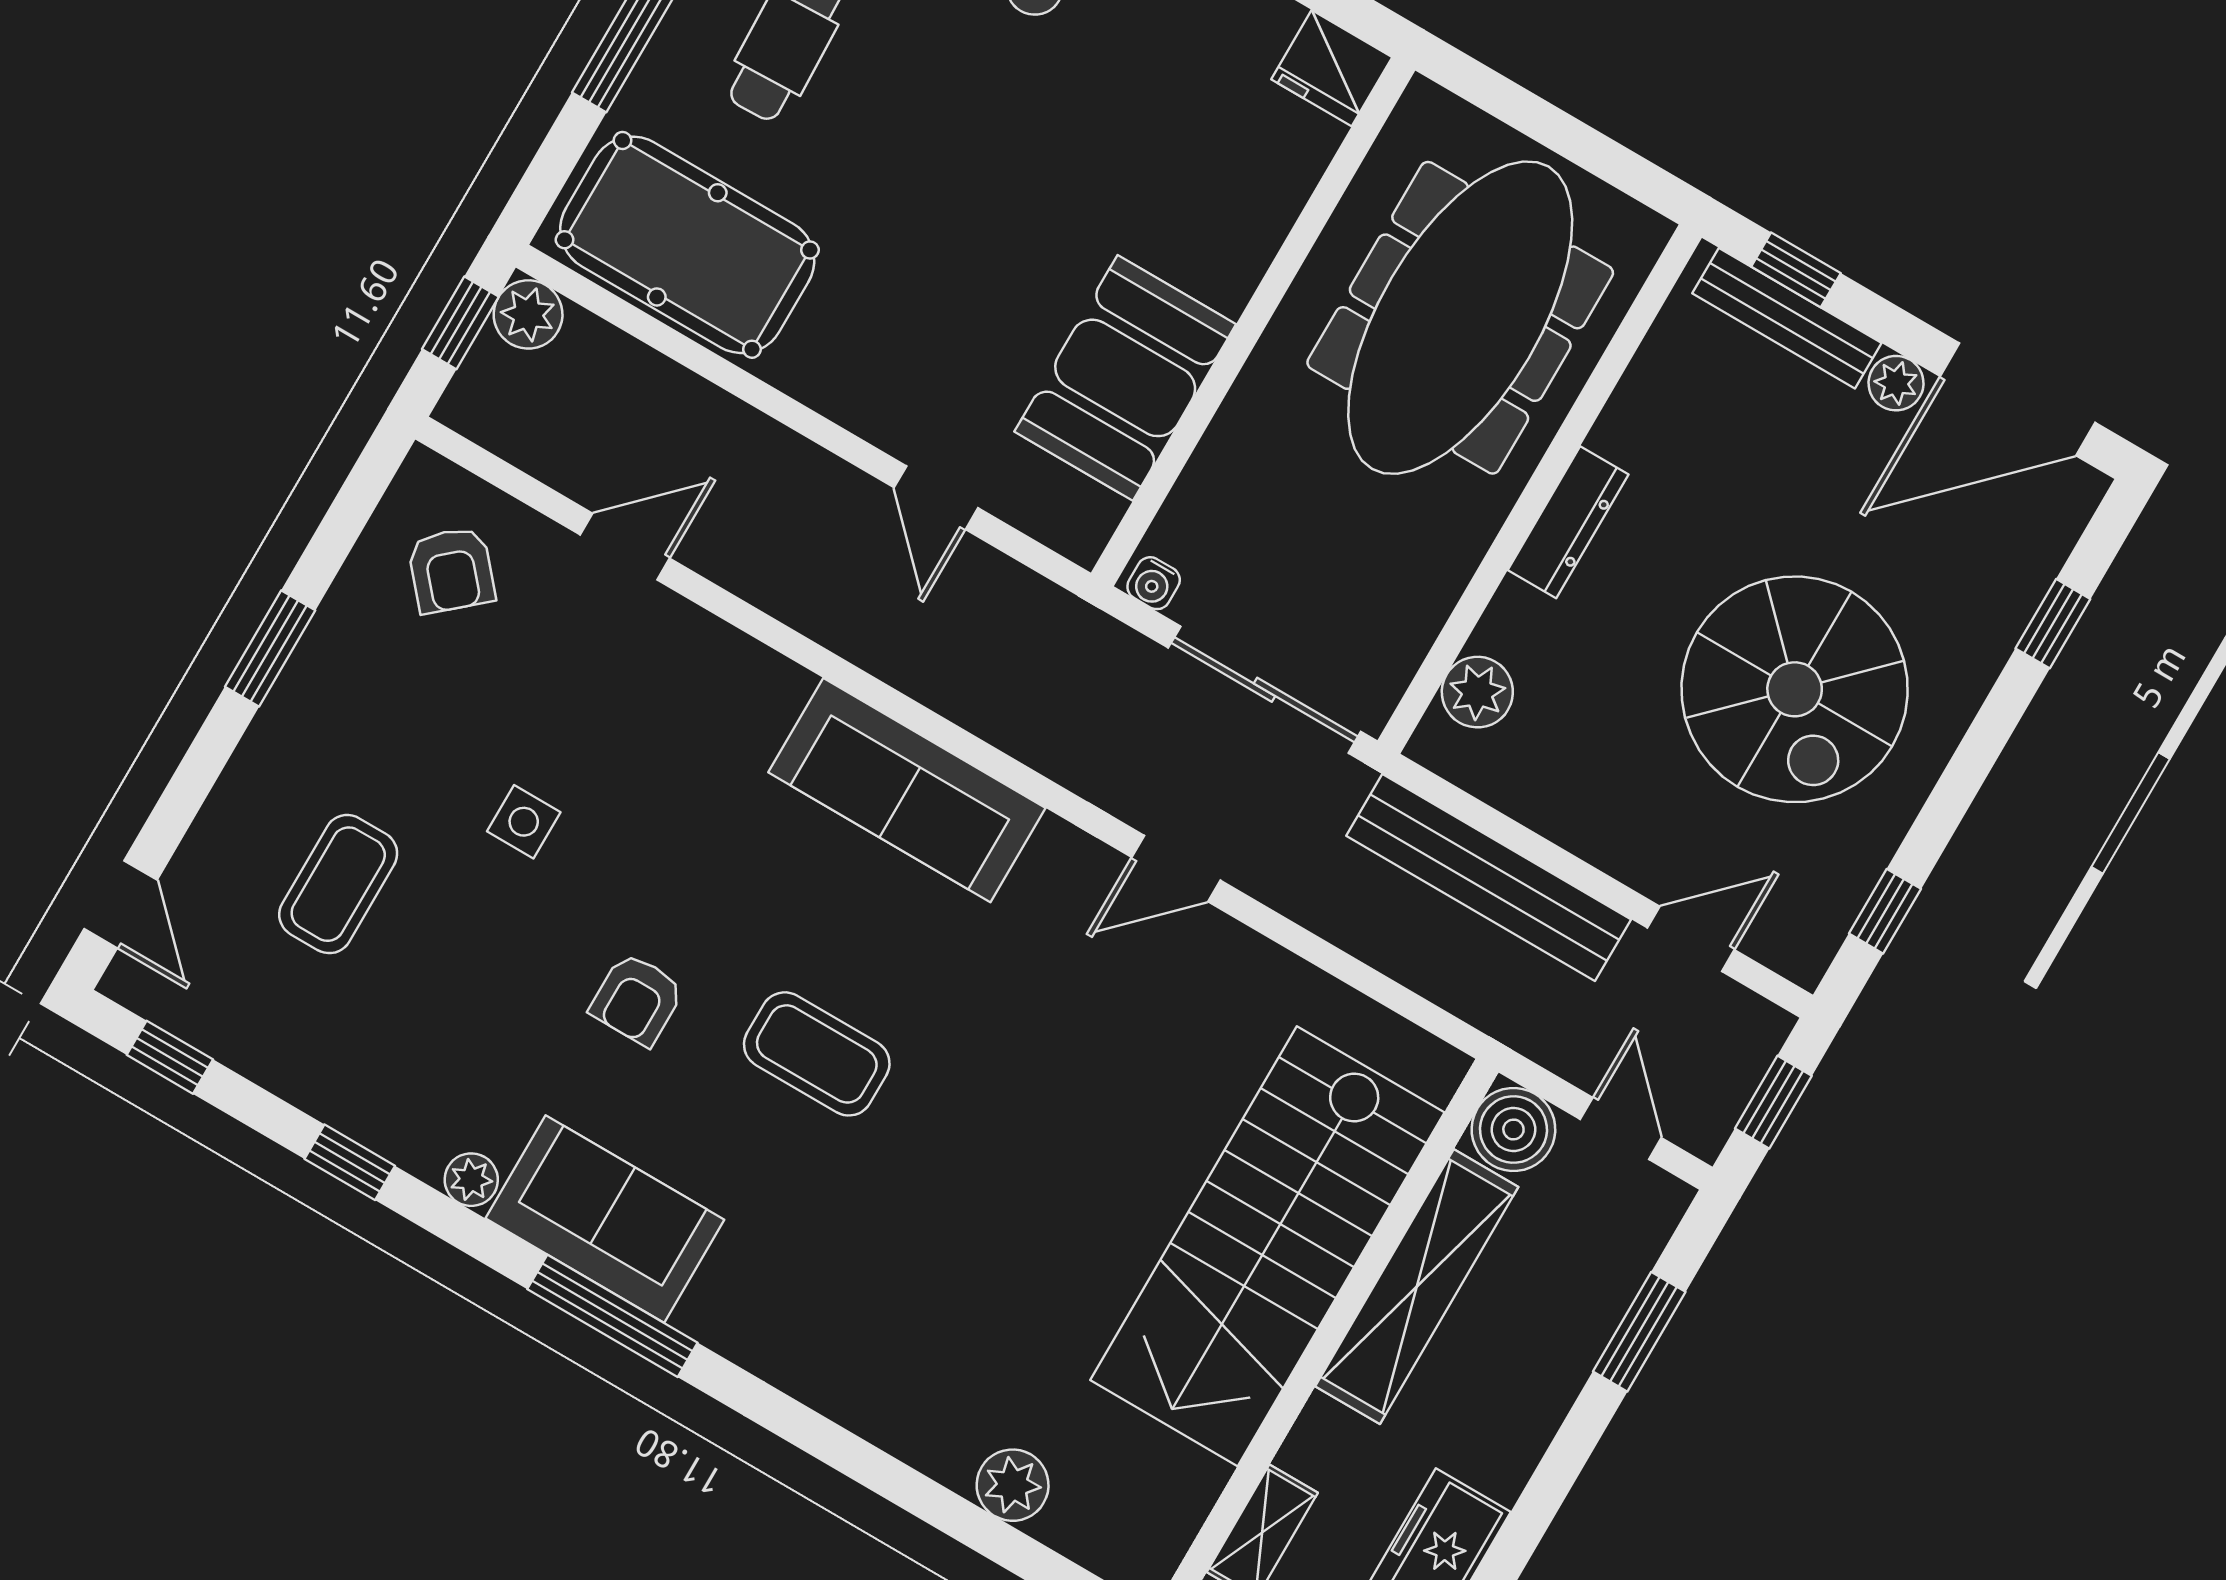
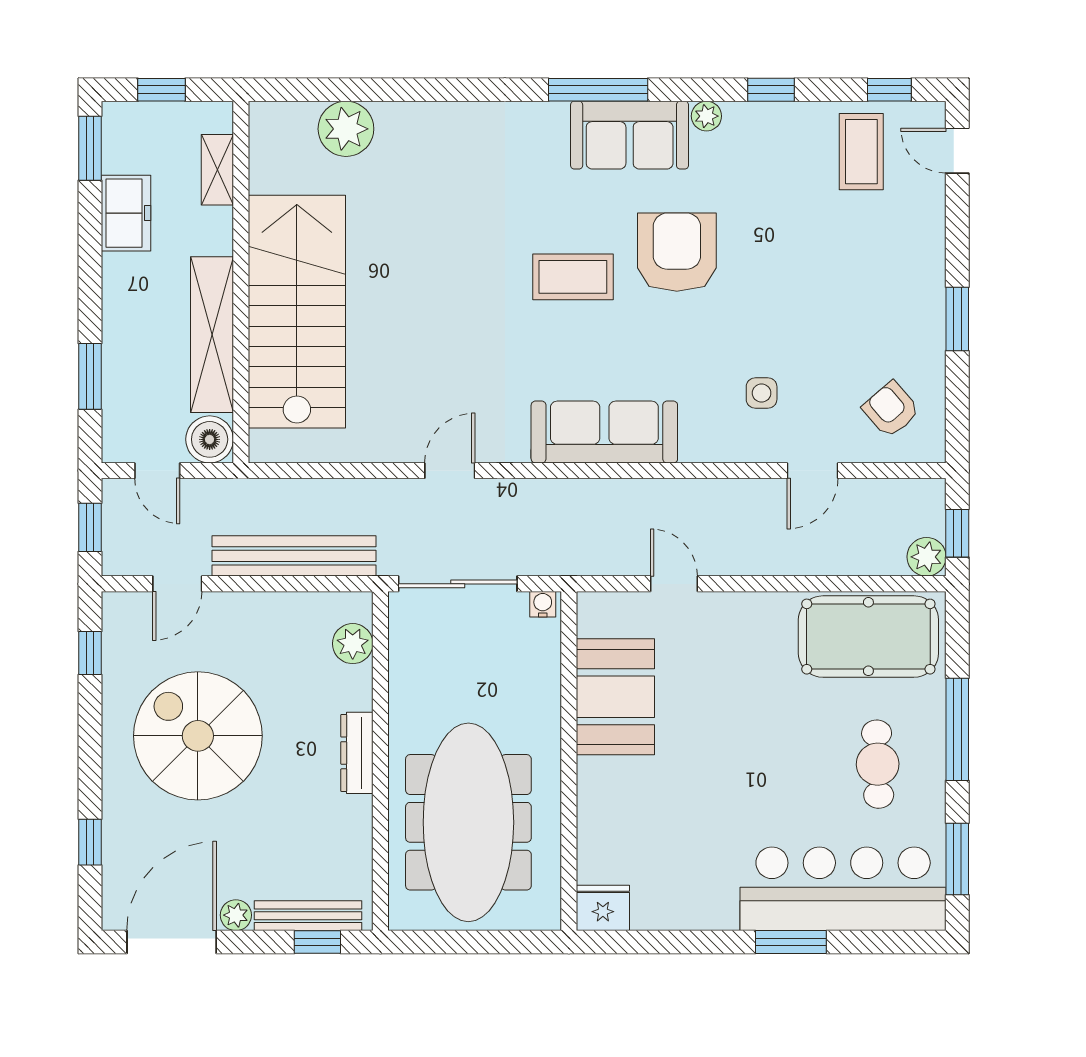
side table: (524, 822) -> (762, 393), moved
coffee table: (338, 884) -> (861, 152), moved
armchair: (637, 999) -> (677, 252), width x1.88, depth x1.88
plant: (1013, 1485) -> (346, 129), width x1.36, depth x1.36

